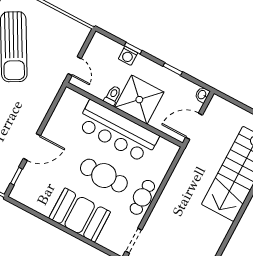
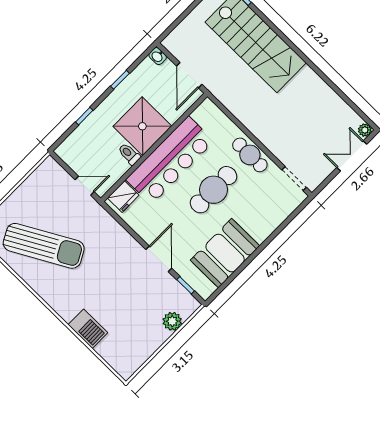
washing machine: (128, 56) -> (91, 124), removed
fridge: (75, 101) -> (123, 197), added
booth: (80, 215) -> (225, 253), moved

